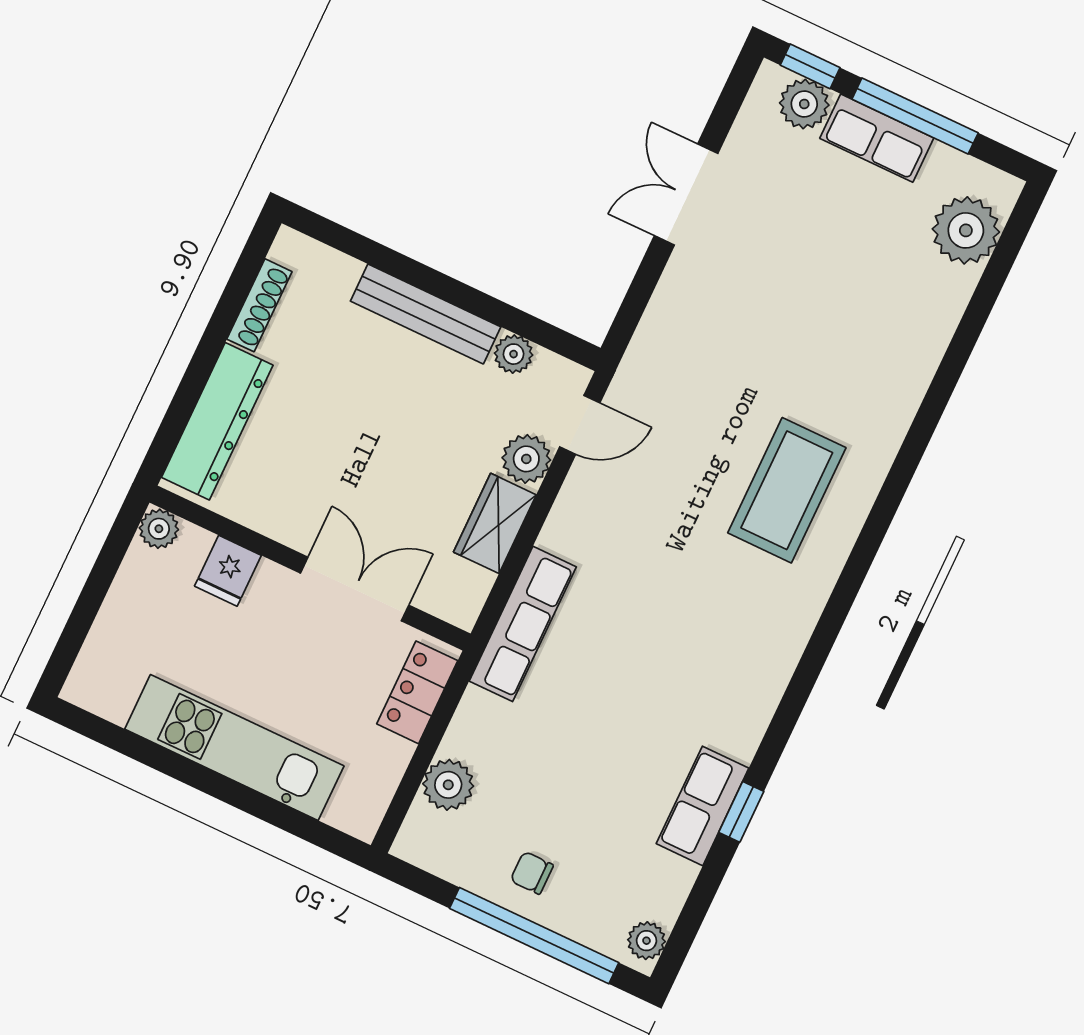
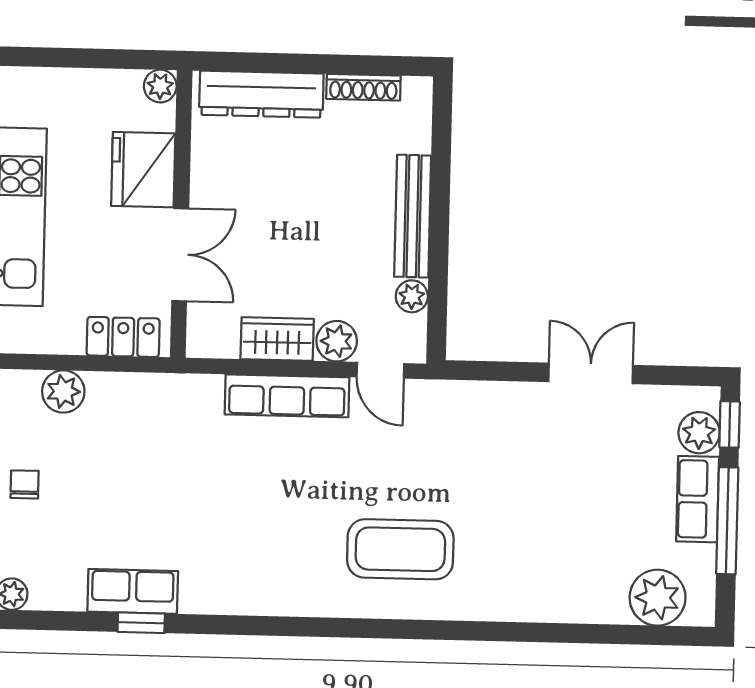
fridge: (228, 571) -> (143, 170), width x1.88, depth x1.34
row of seats: (523, 624) -> (287, 396), moved

